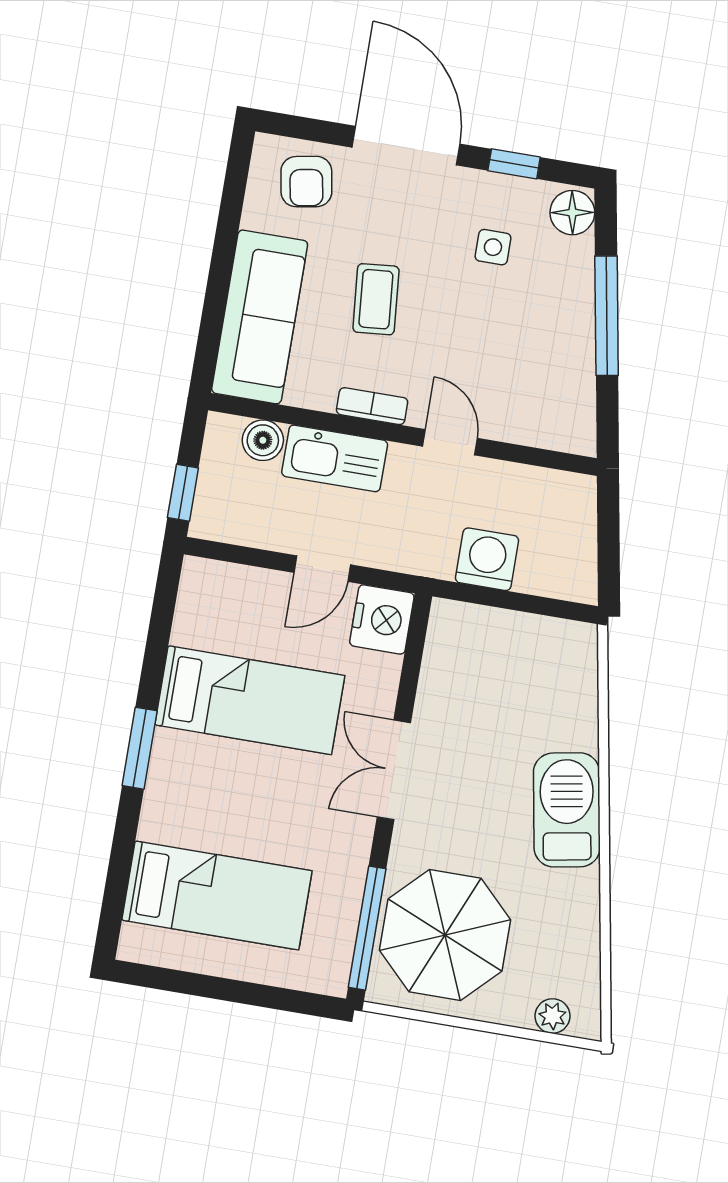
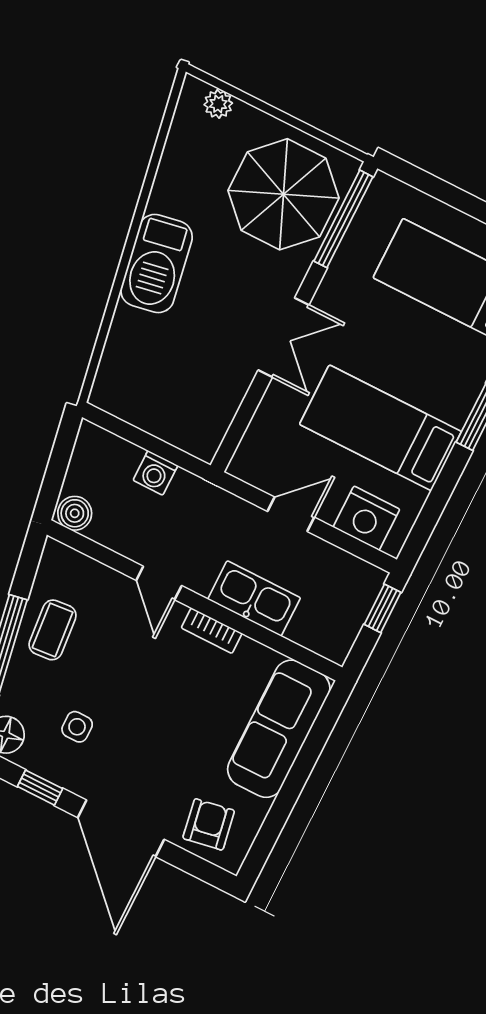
coffee table: (376, 299) -> (53, 630), moved
boiler: (263, 440) -> (75, 513), moved
washing machine: (487, 559) -> (155, 473), width x0.73, depth x0.73
nightstand: (382, 619) -> (366, 518), moved, turned -90

